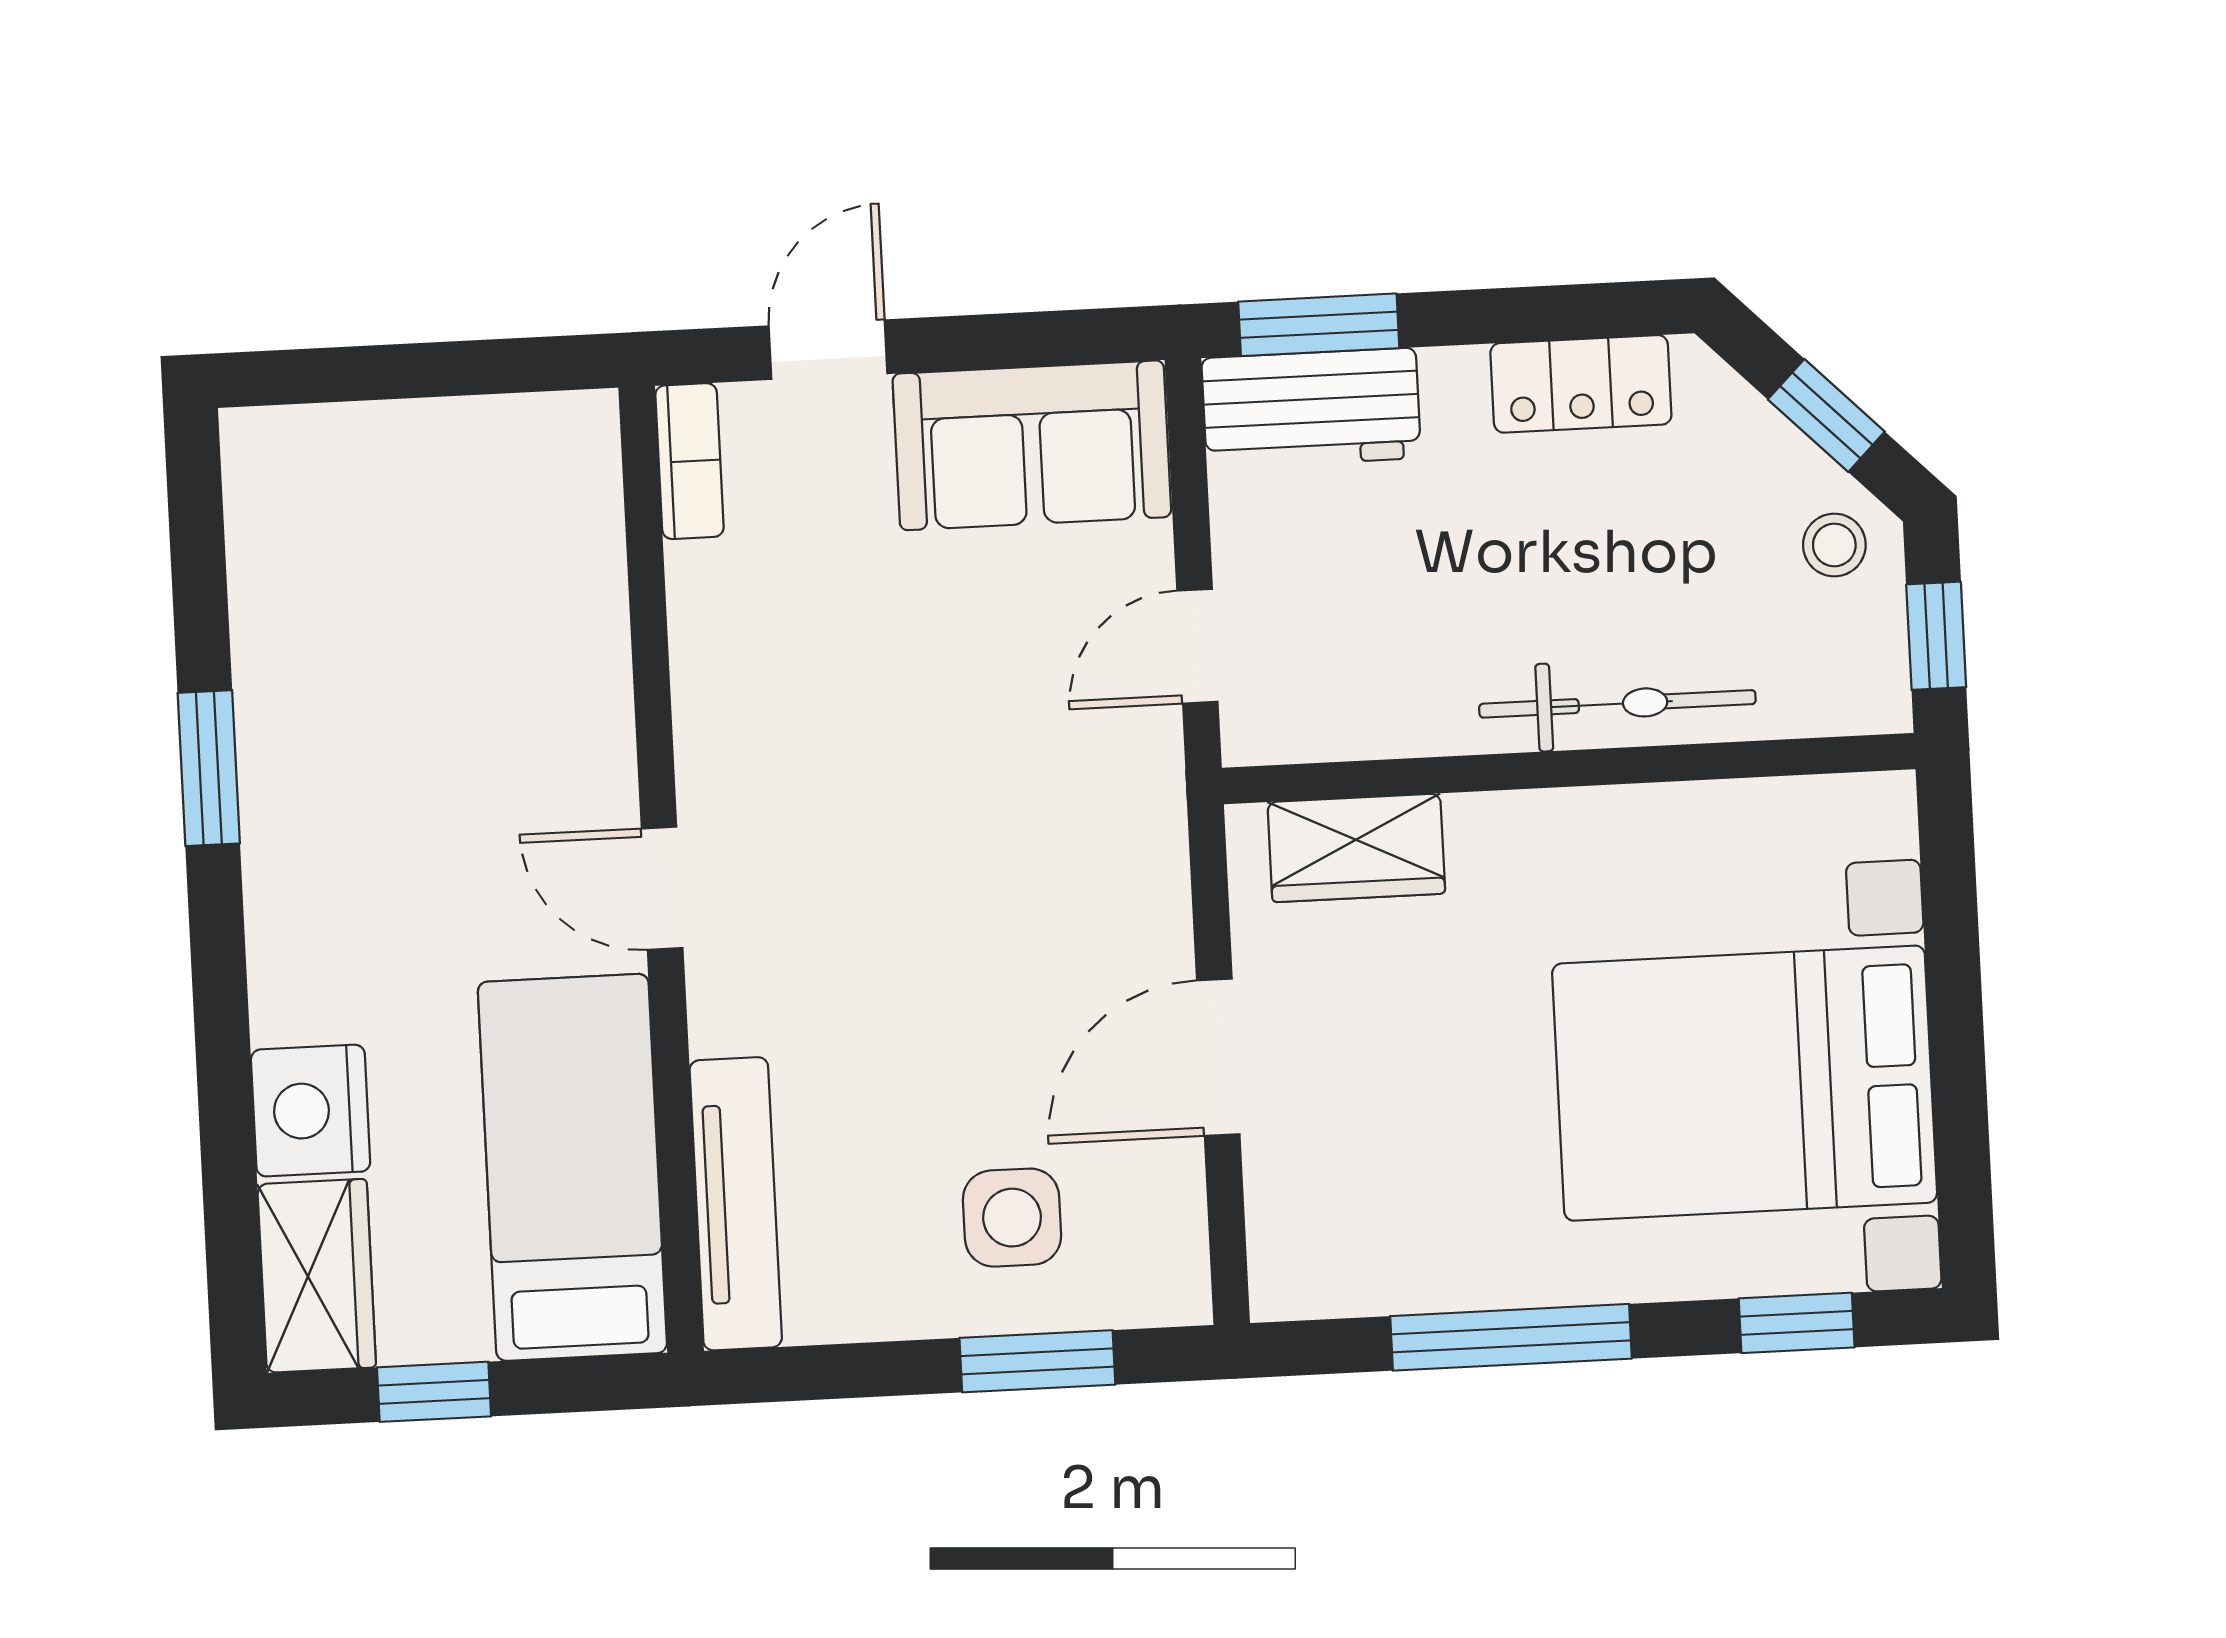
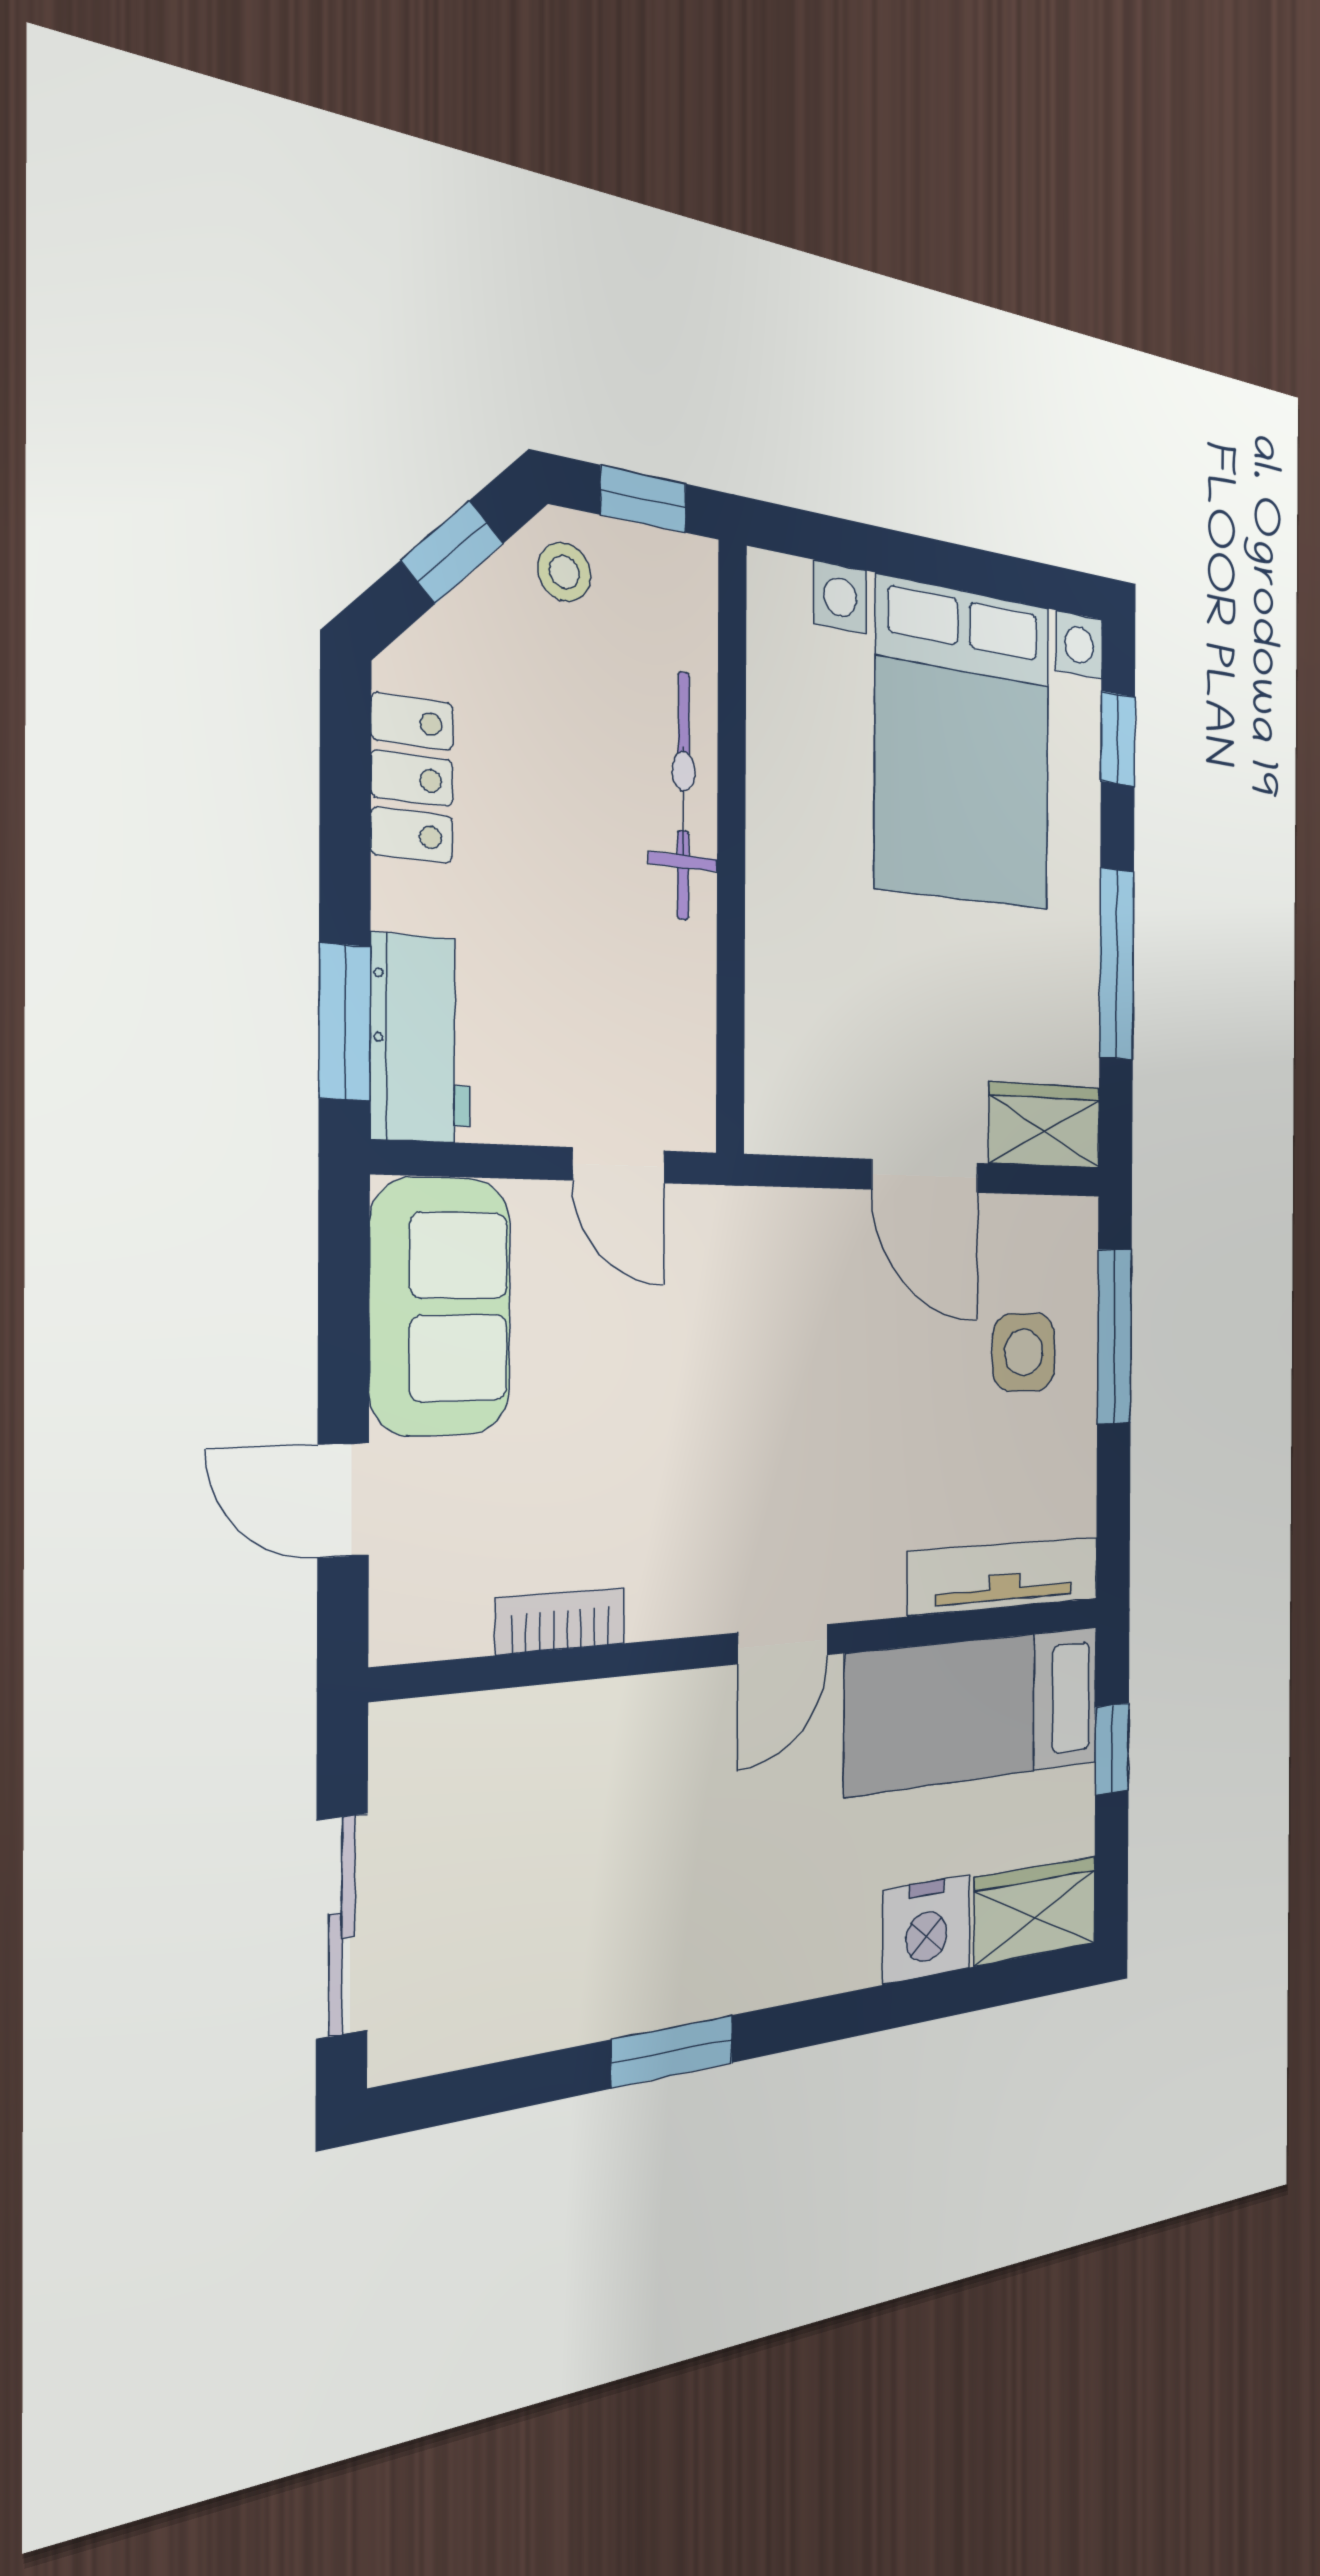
sliding door: (390, 372) -> (342, 1926), added
bookcase: (690, 461) -> (561, 1621), moved
wardrobe: (1356, 848) -> (1045, 1125), moved, turned -90
window: (1037, 1361) -> (1114, 1336), width x1.44
window: (434, 1392) -> (1112, 1749), moved

